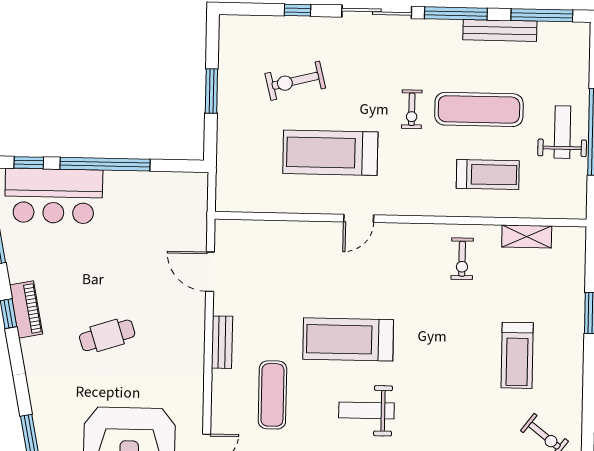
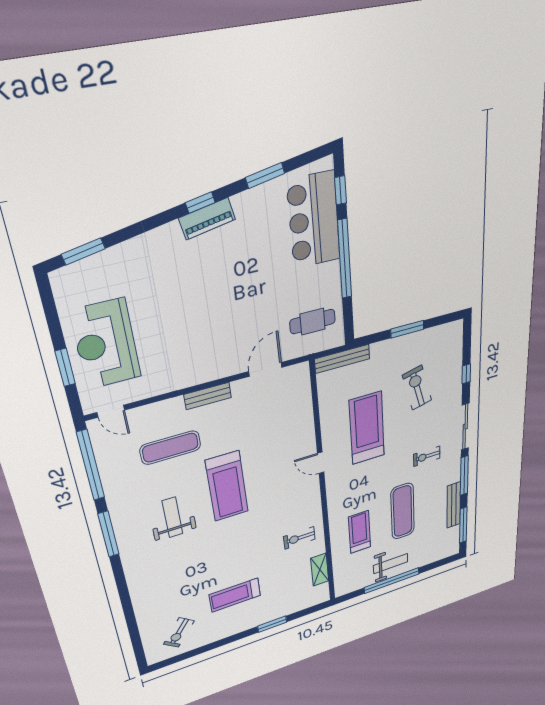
exercise bike: (412, 109) -> (427, 456), moved
treadmill: (488, 175) -> (360, 532), turned 180
bench: (225, 177) -> (342, 359), added
cafe table: (107, 335) -> (313, 322), moved, turned -72
treadmill: (348, 339) -> (227, 486), turned 180

